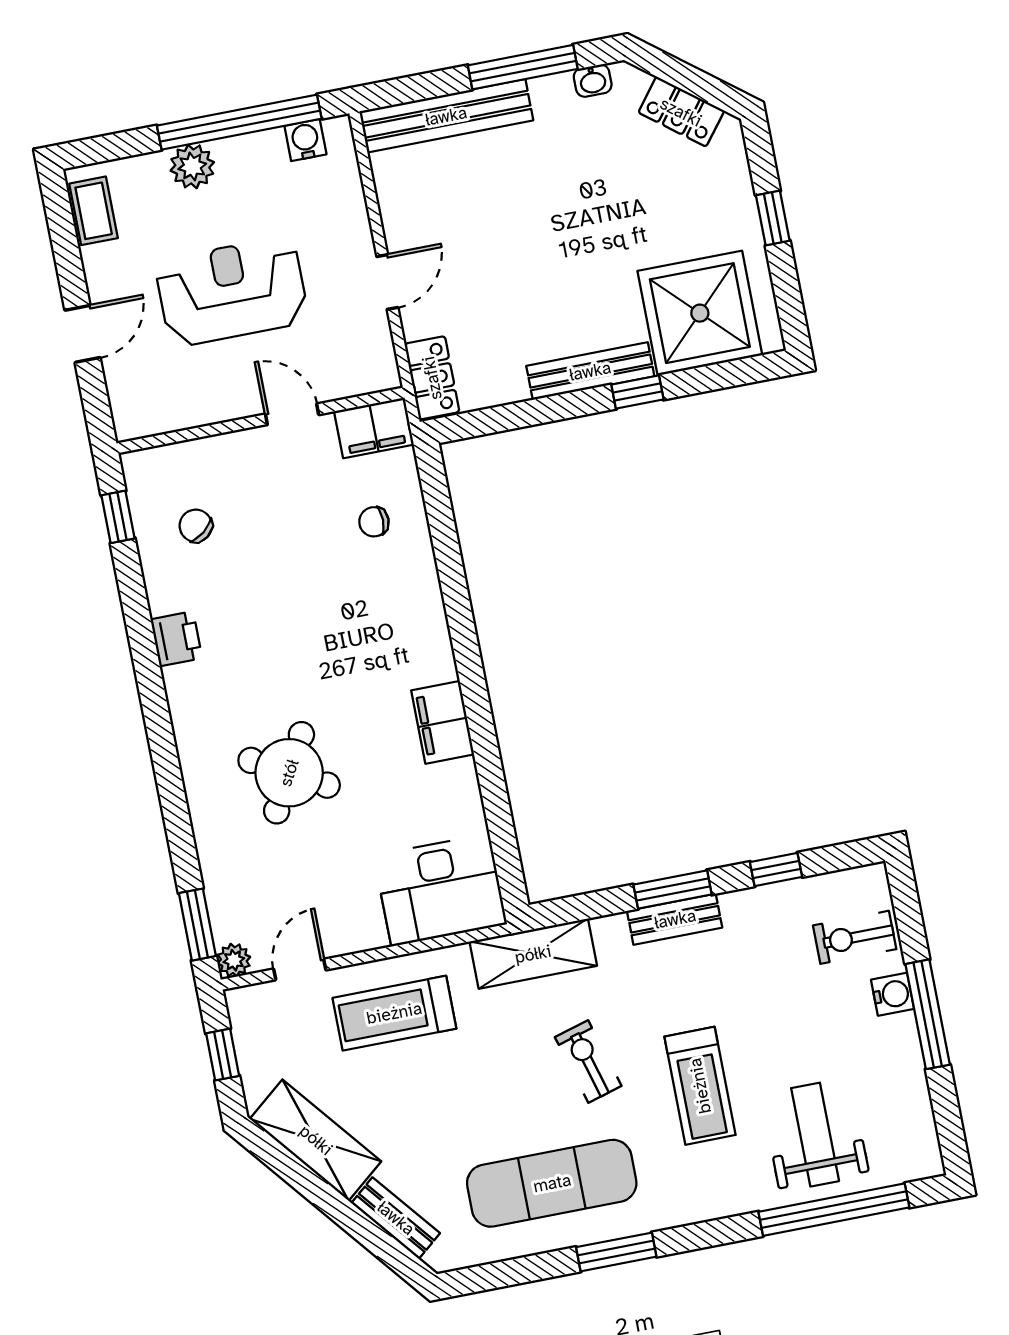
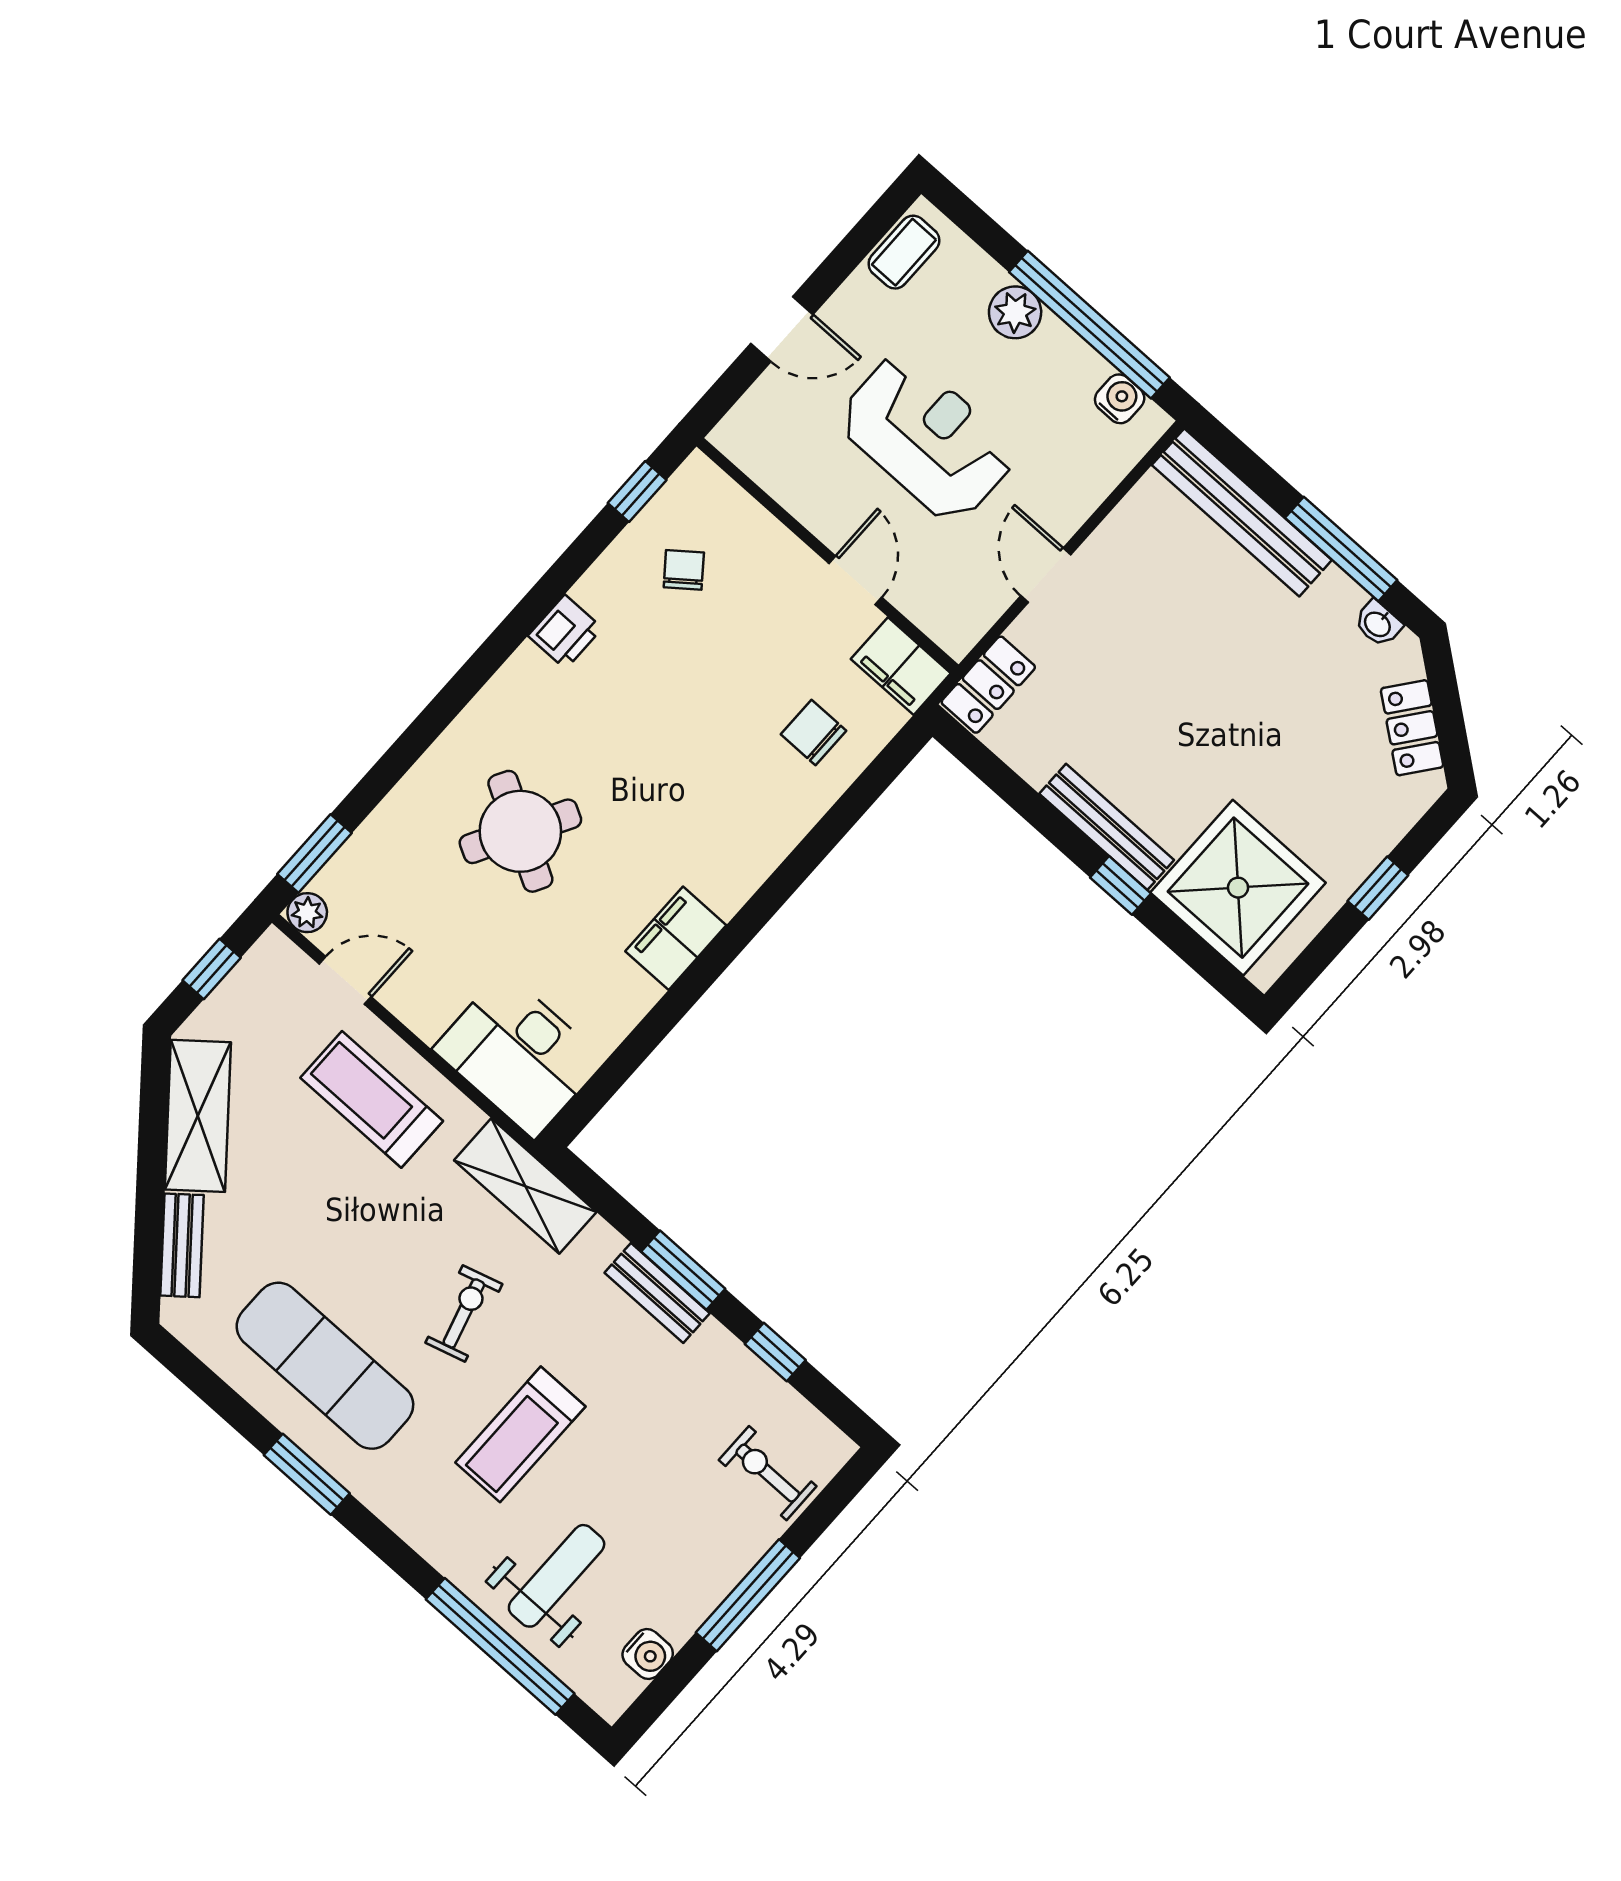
door: (387, 282) -> (1046, 575), swing flipped
chair: (374, 522) -> (814, 733), width x1.37, depth x1.37
water cooler: (893, 994) -> (648, 1654), moved

